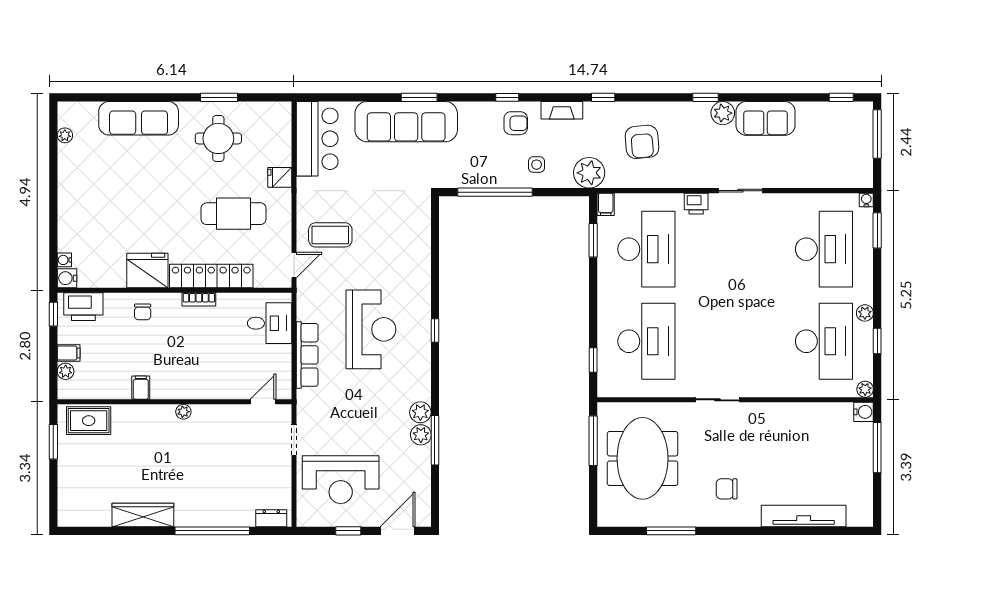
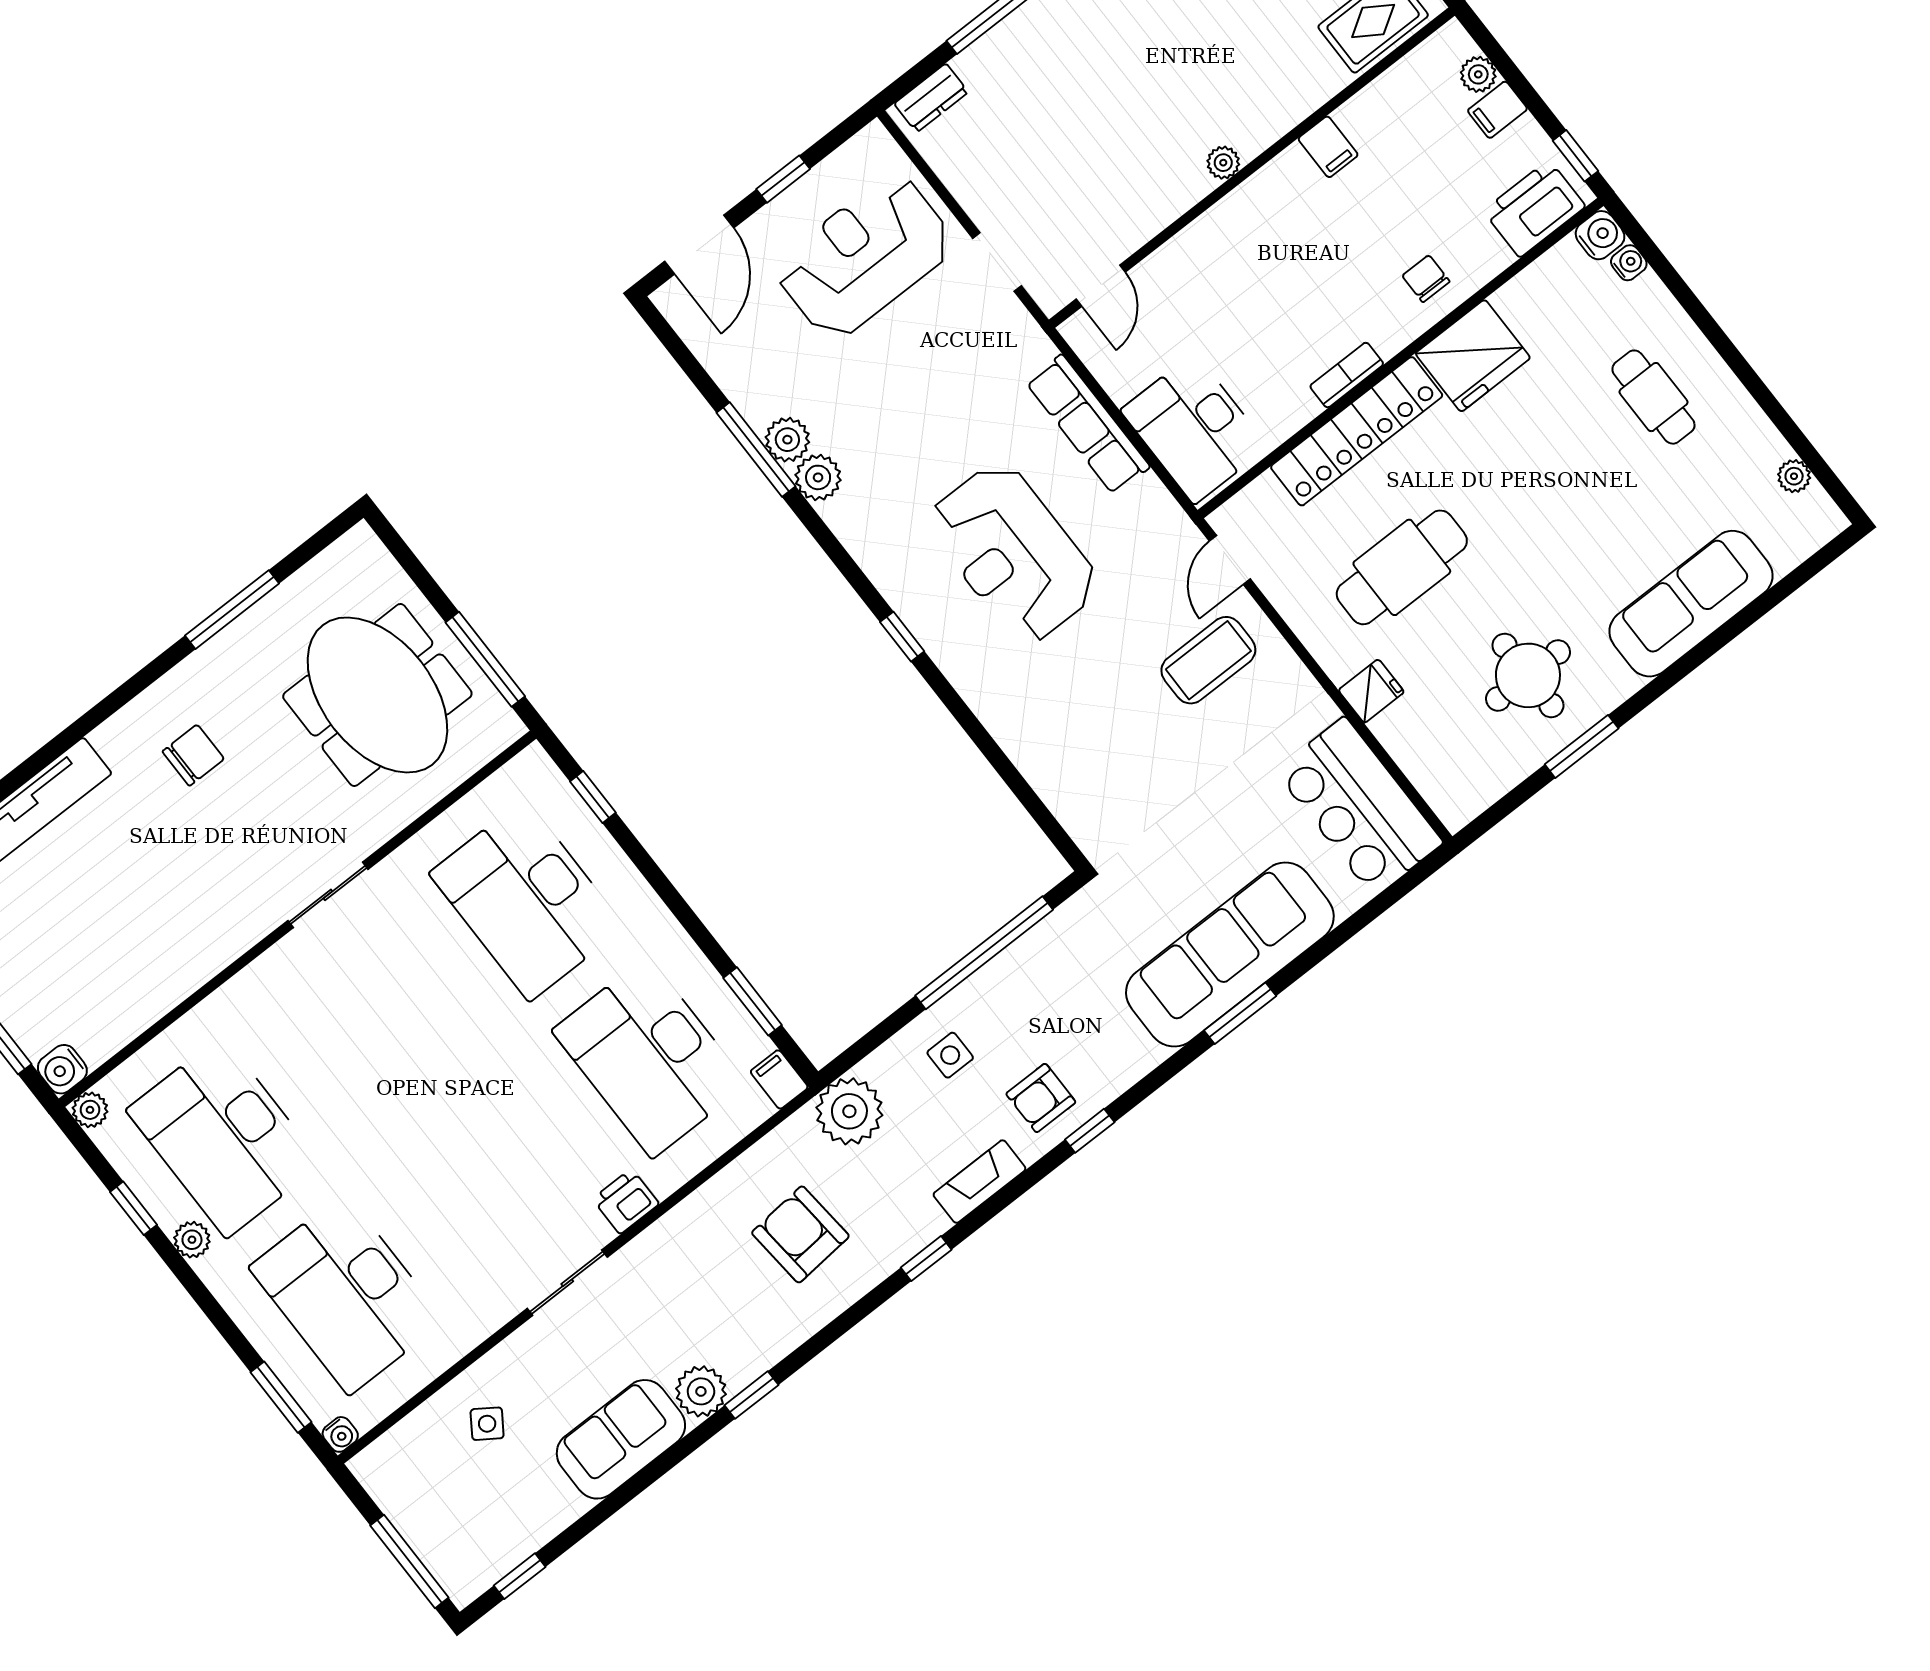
side table: (810, 162) -> (487, 1424), added
cafe table: (94, 204) -> (1653, 397), added
desk: (270, 323) -> (1194, 429), width x1.37

